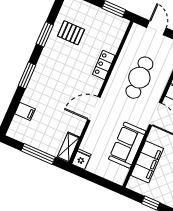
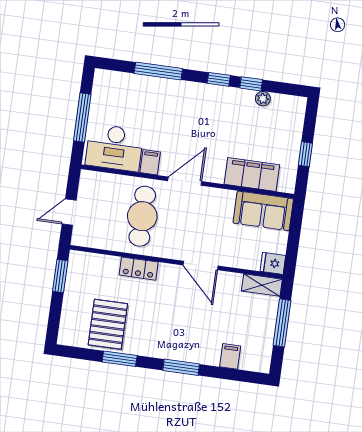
pallet: (71, 33) -> (108, 324), width x1.50, depth x1.42
cafe table: (139, 78) -> (142, 216), turned 90
sofa: (127, 145) -> (263, 211), moved

